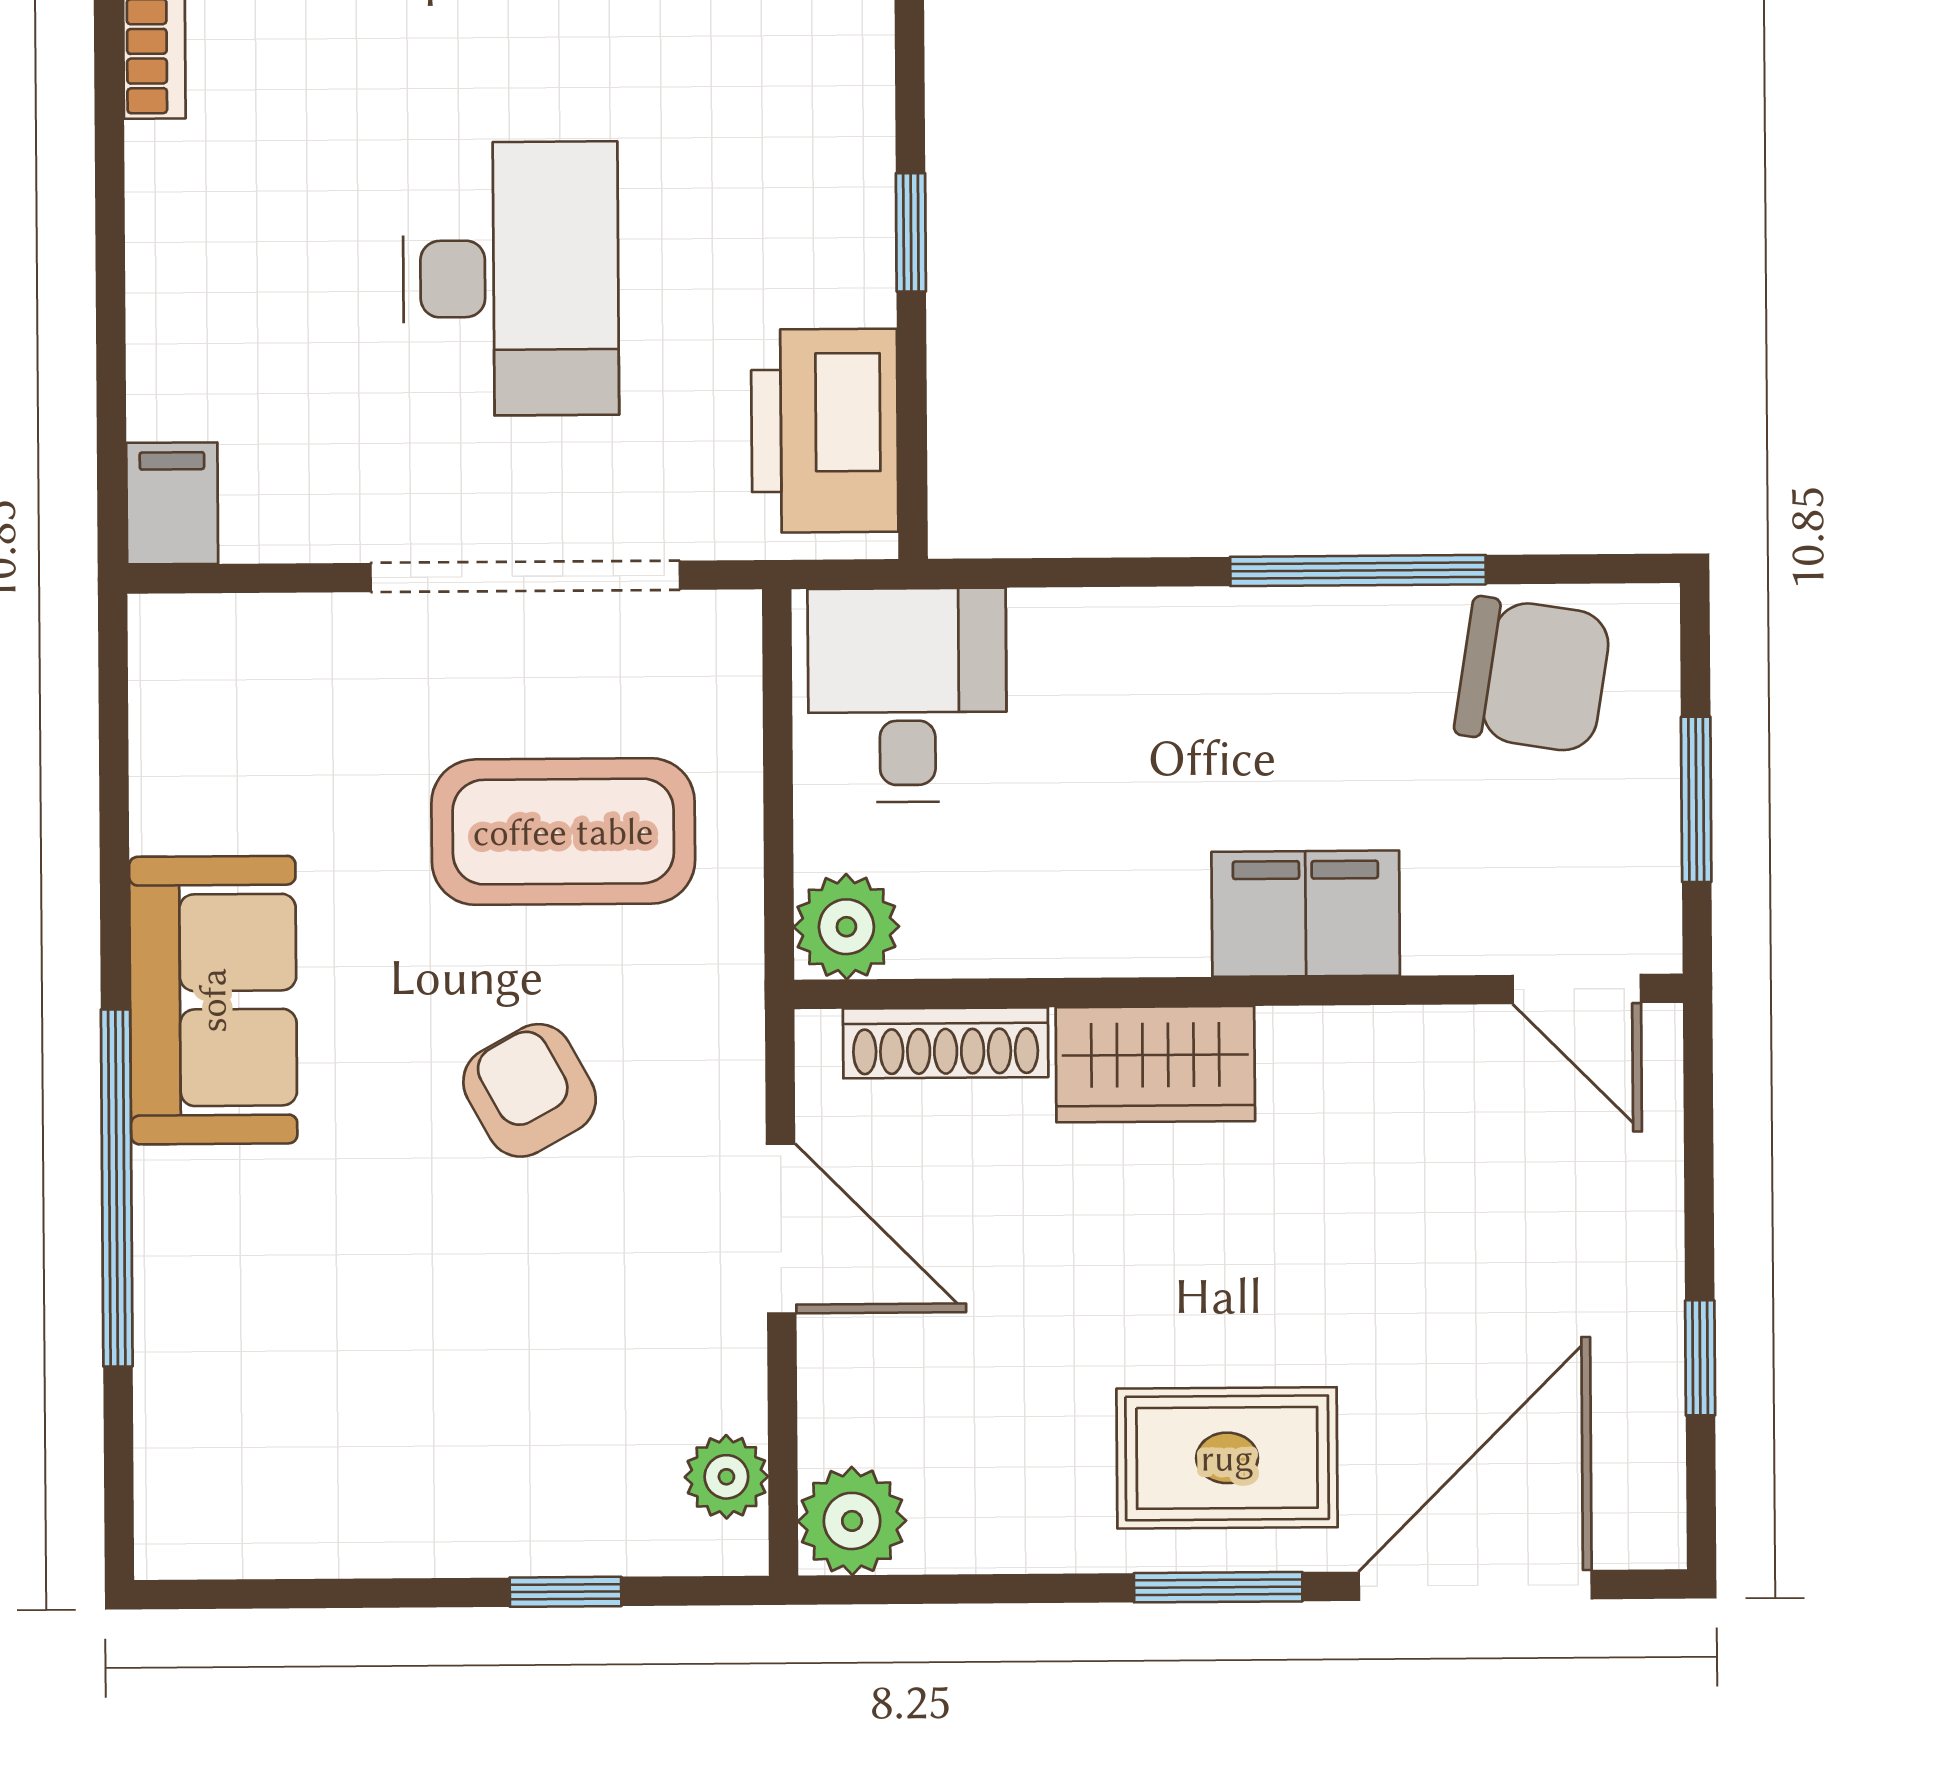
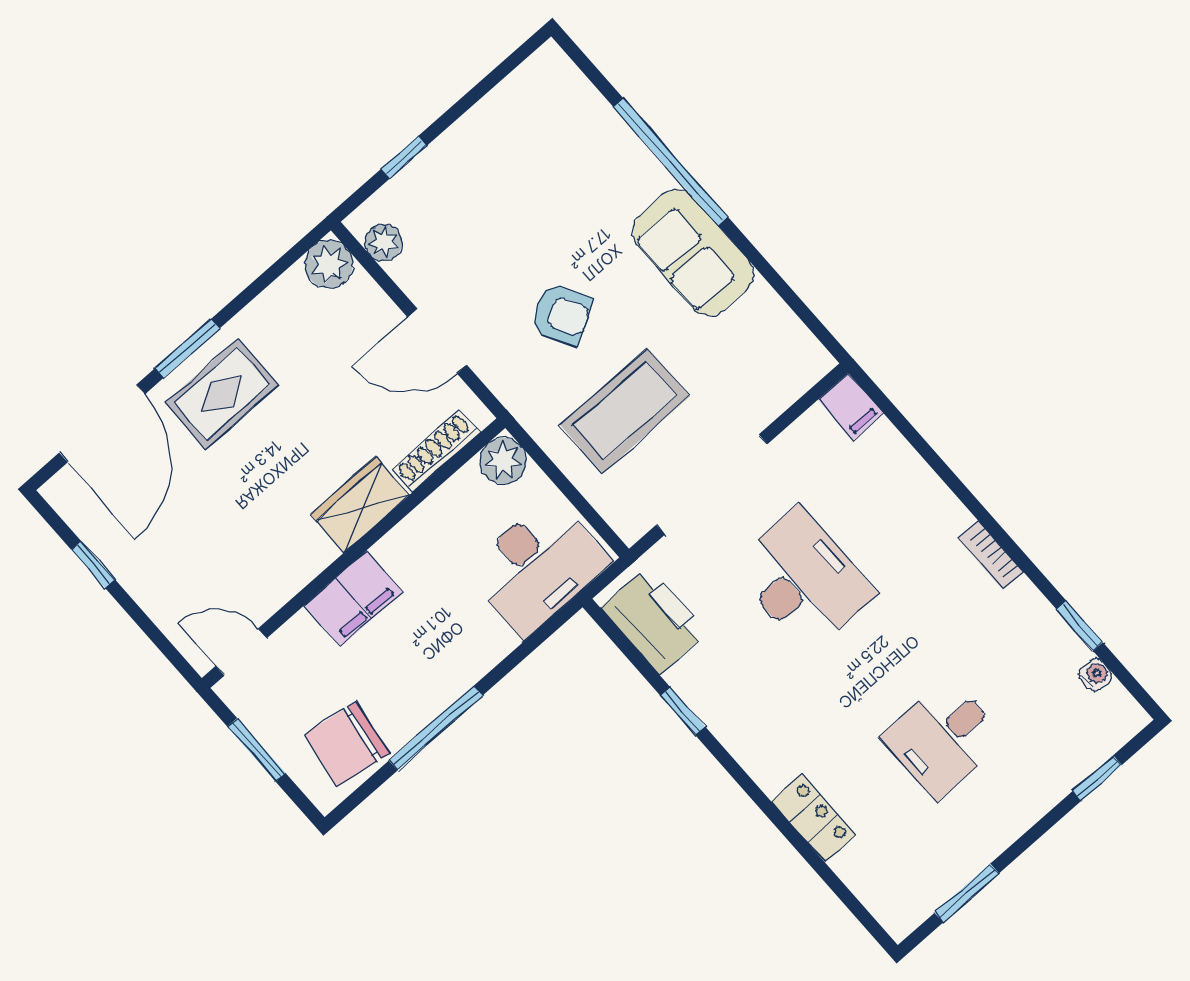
desk: (511, 279) -> (803, 580), turned 180
desk: (907, 695) -> (538, 567), width x1.37

